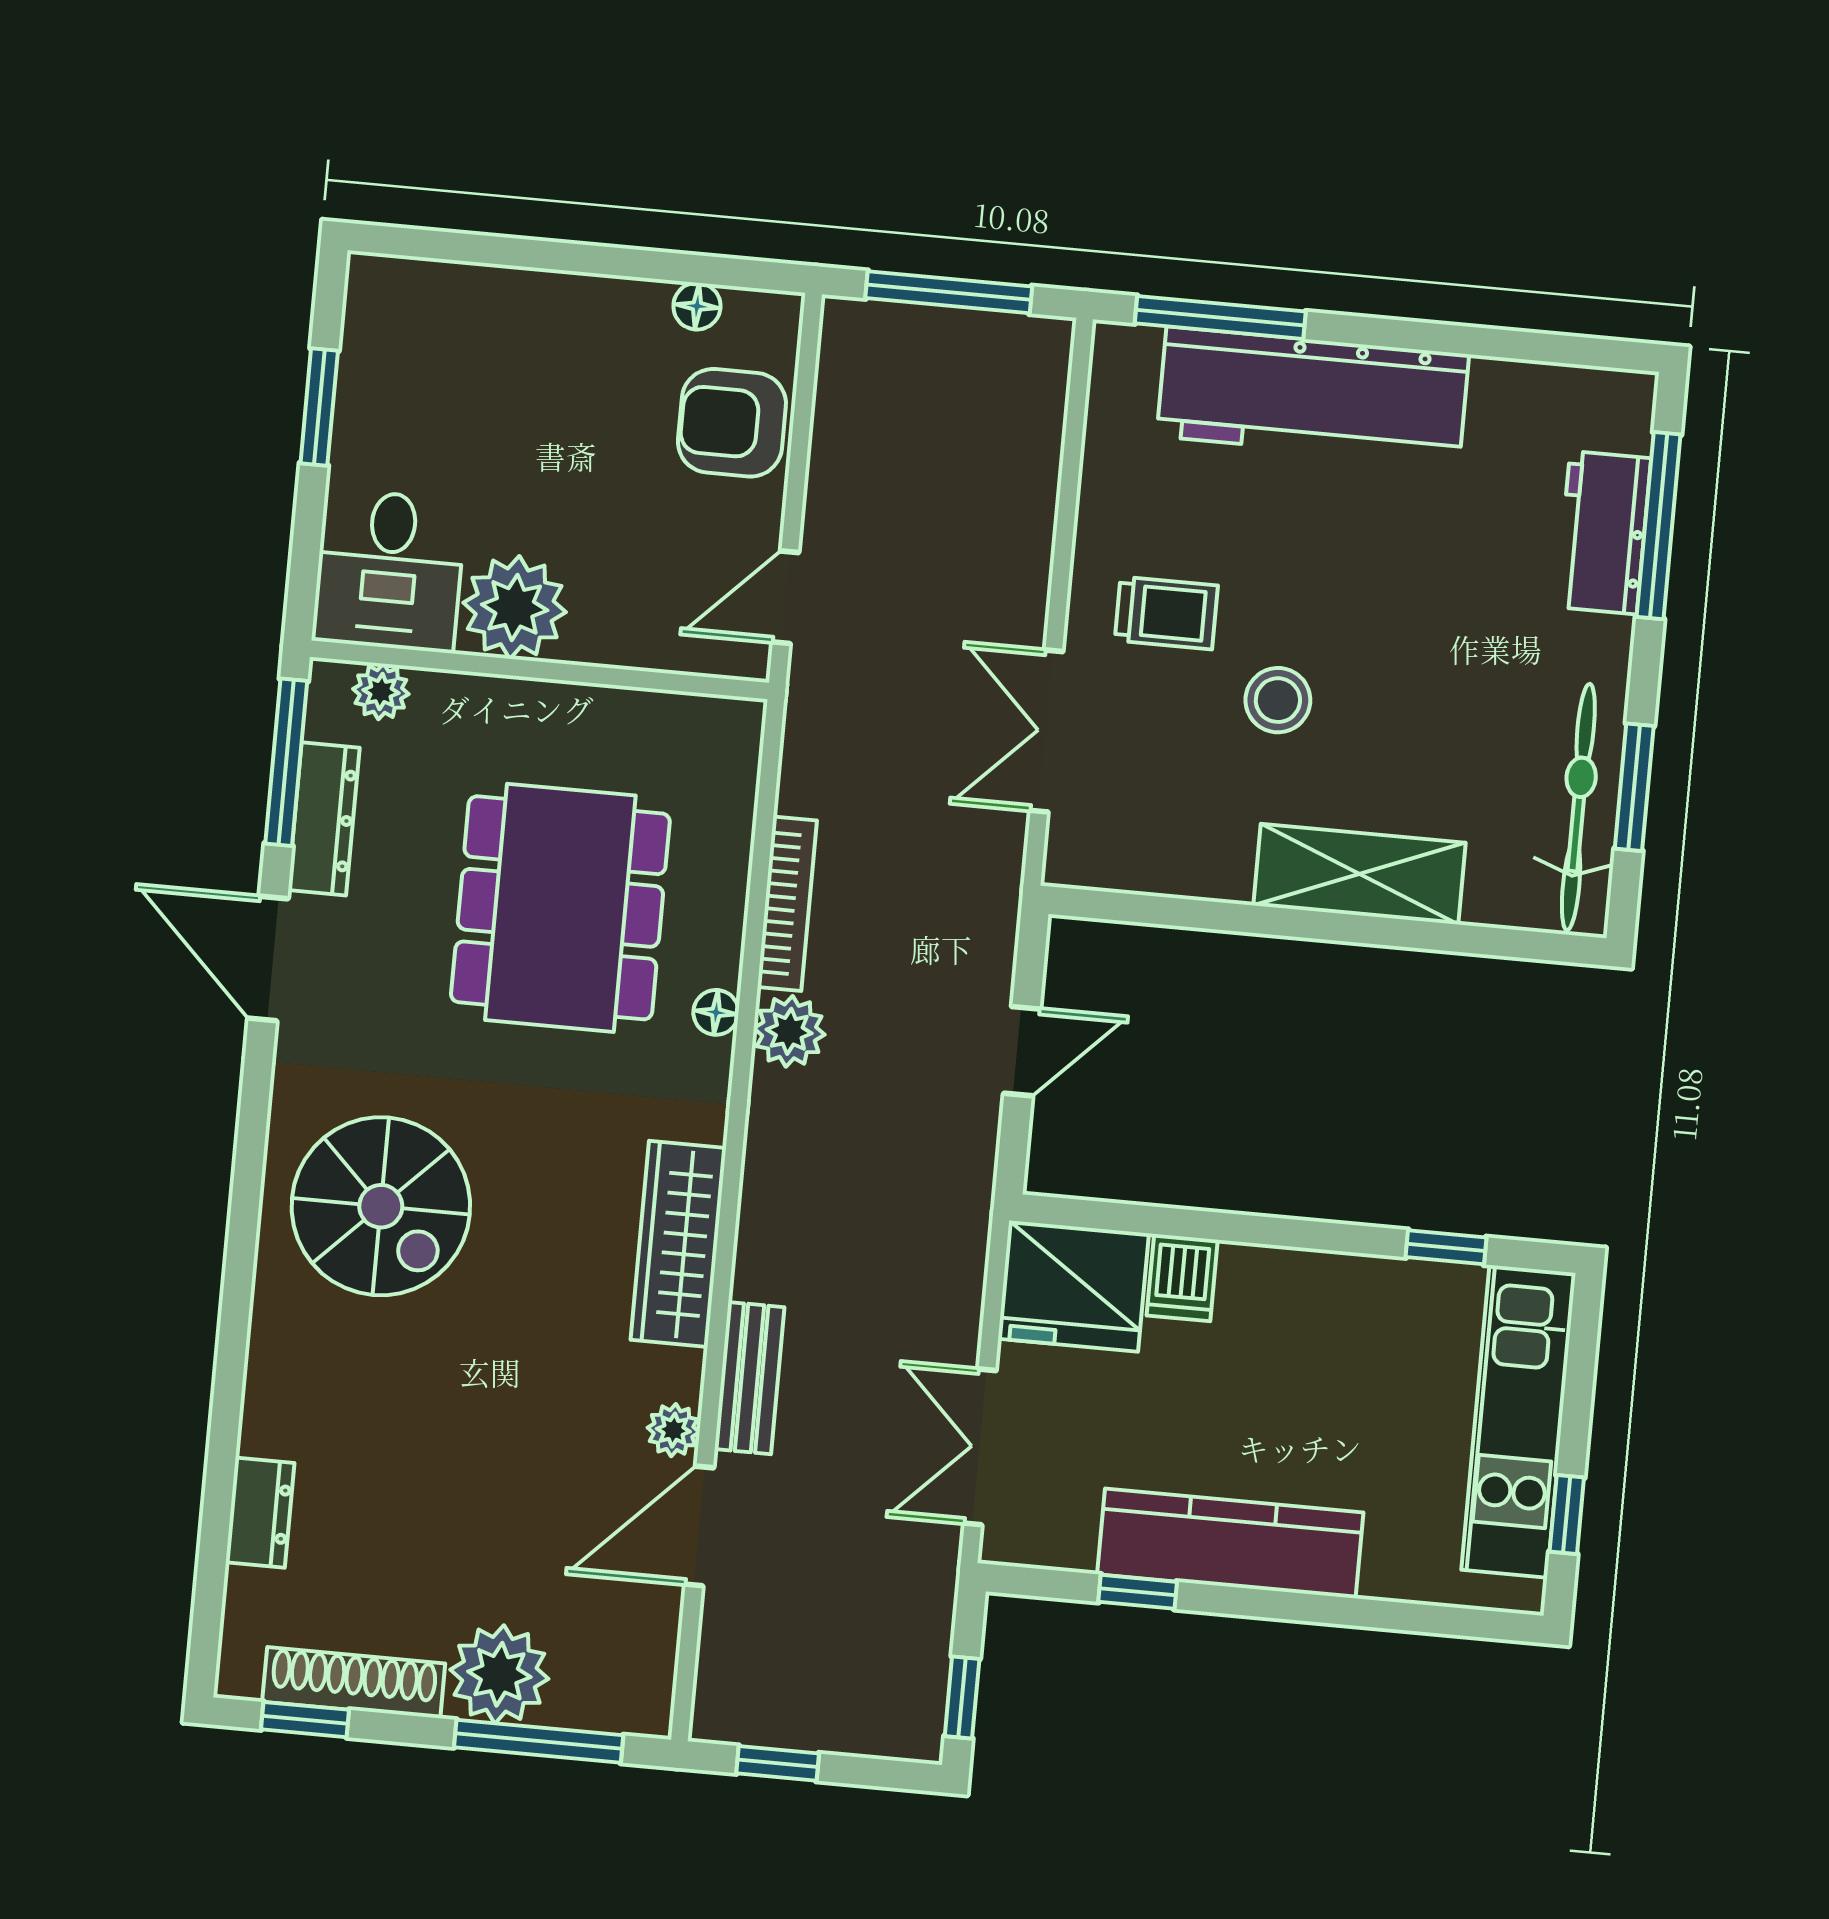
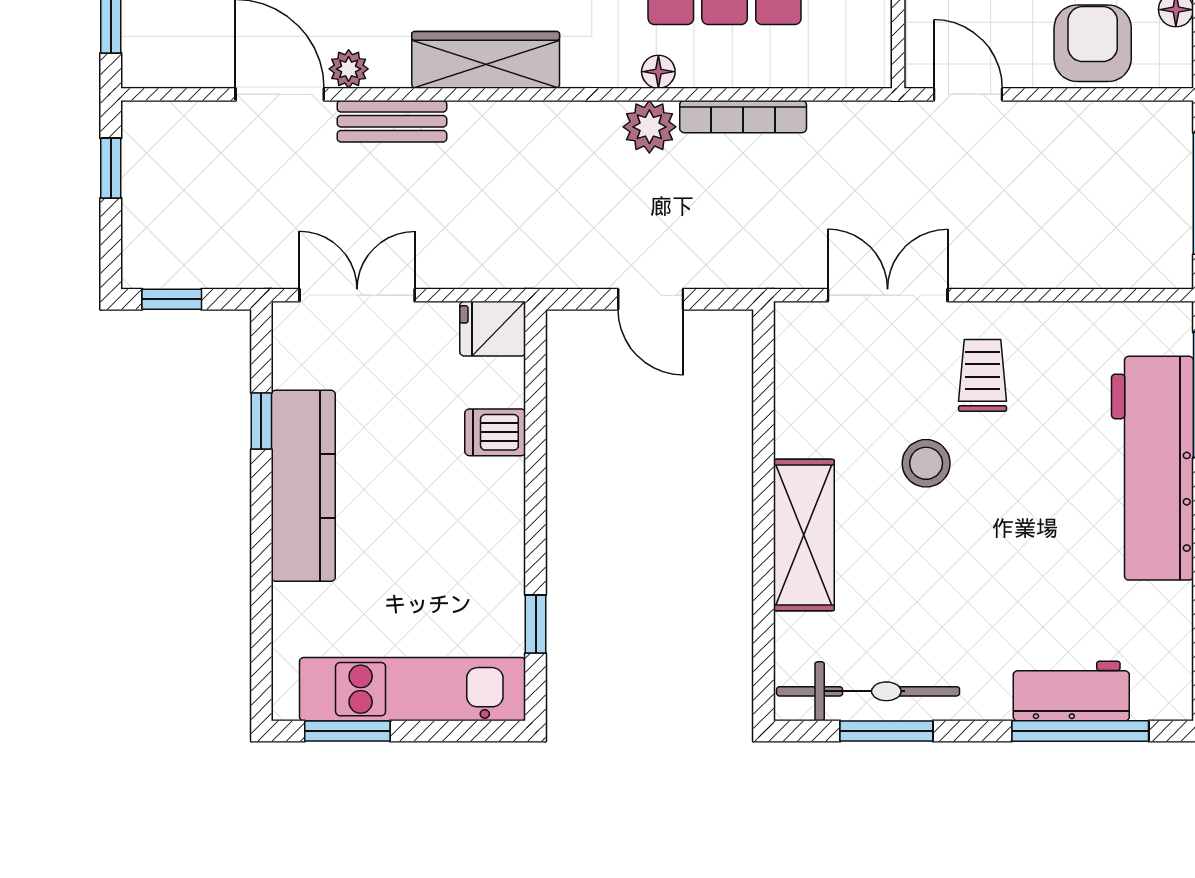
trolley: (1166, 613) -> (983, 375), turned 180
fridge: (1073, 1286) -> (493, 329), width x0.53, depth x0.75
window: (1567, 1515) -> (347, 731), width x1.50

